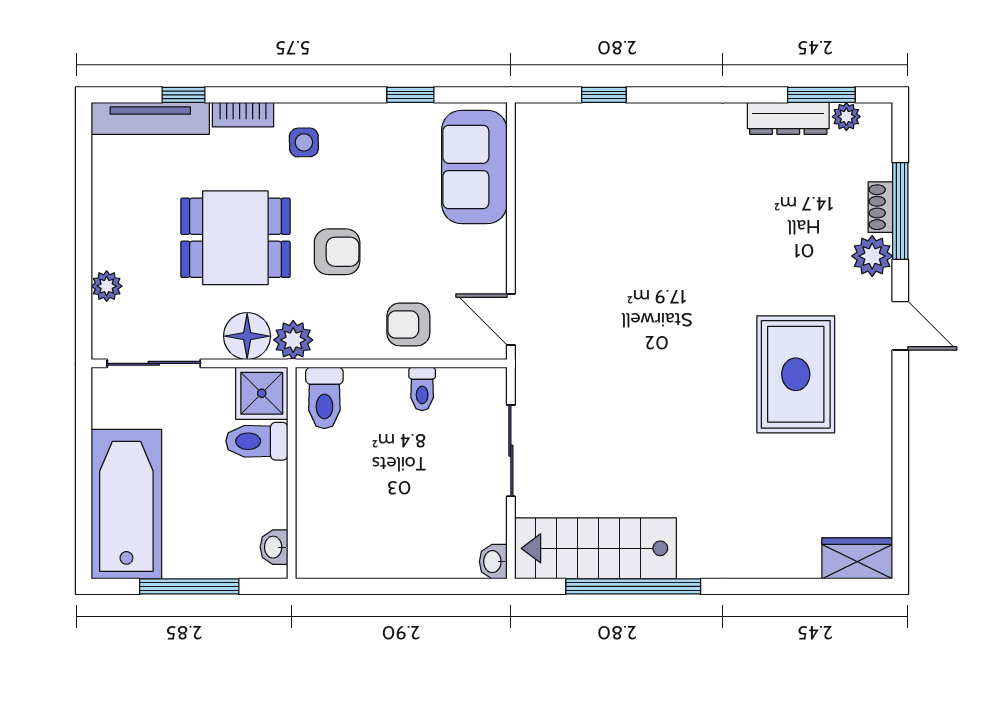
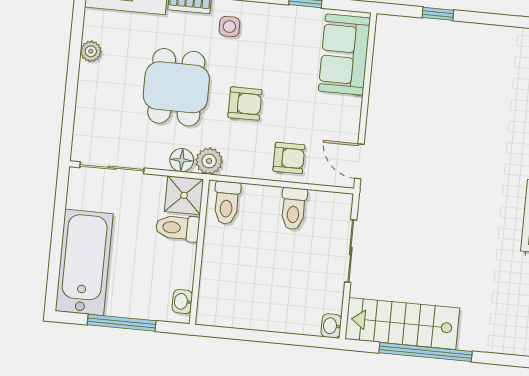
dining table: (235, 238) -> (176, 87), turned 90
plant: (107, 286) -> (91, 51), moved
armchair: (408, 324) -> (289, 158), turned 180
floor lamp: (247, 336) -> (182, 160), width x0.73, depth x0.73
toilet: (422, 389) -> (294, 209), width x1.37, depth x1.39

